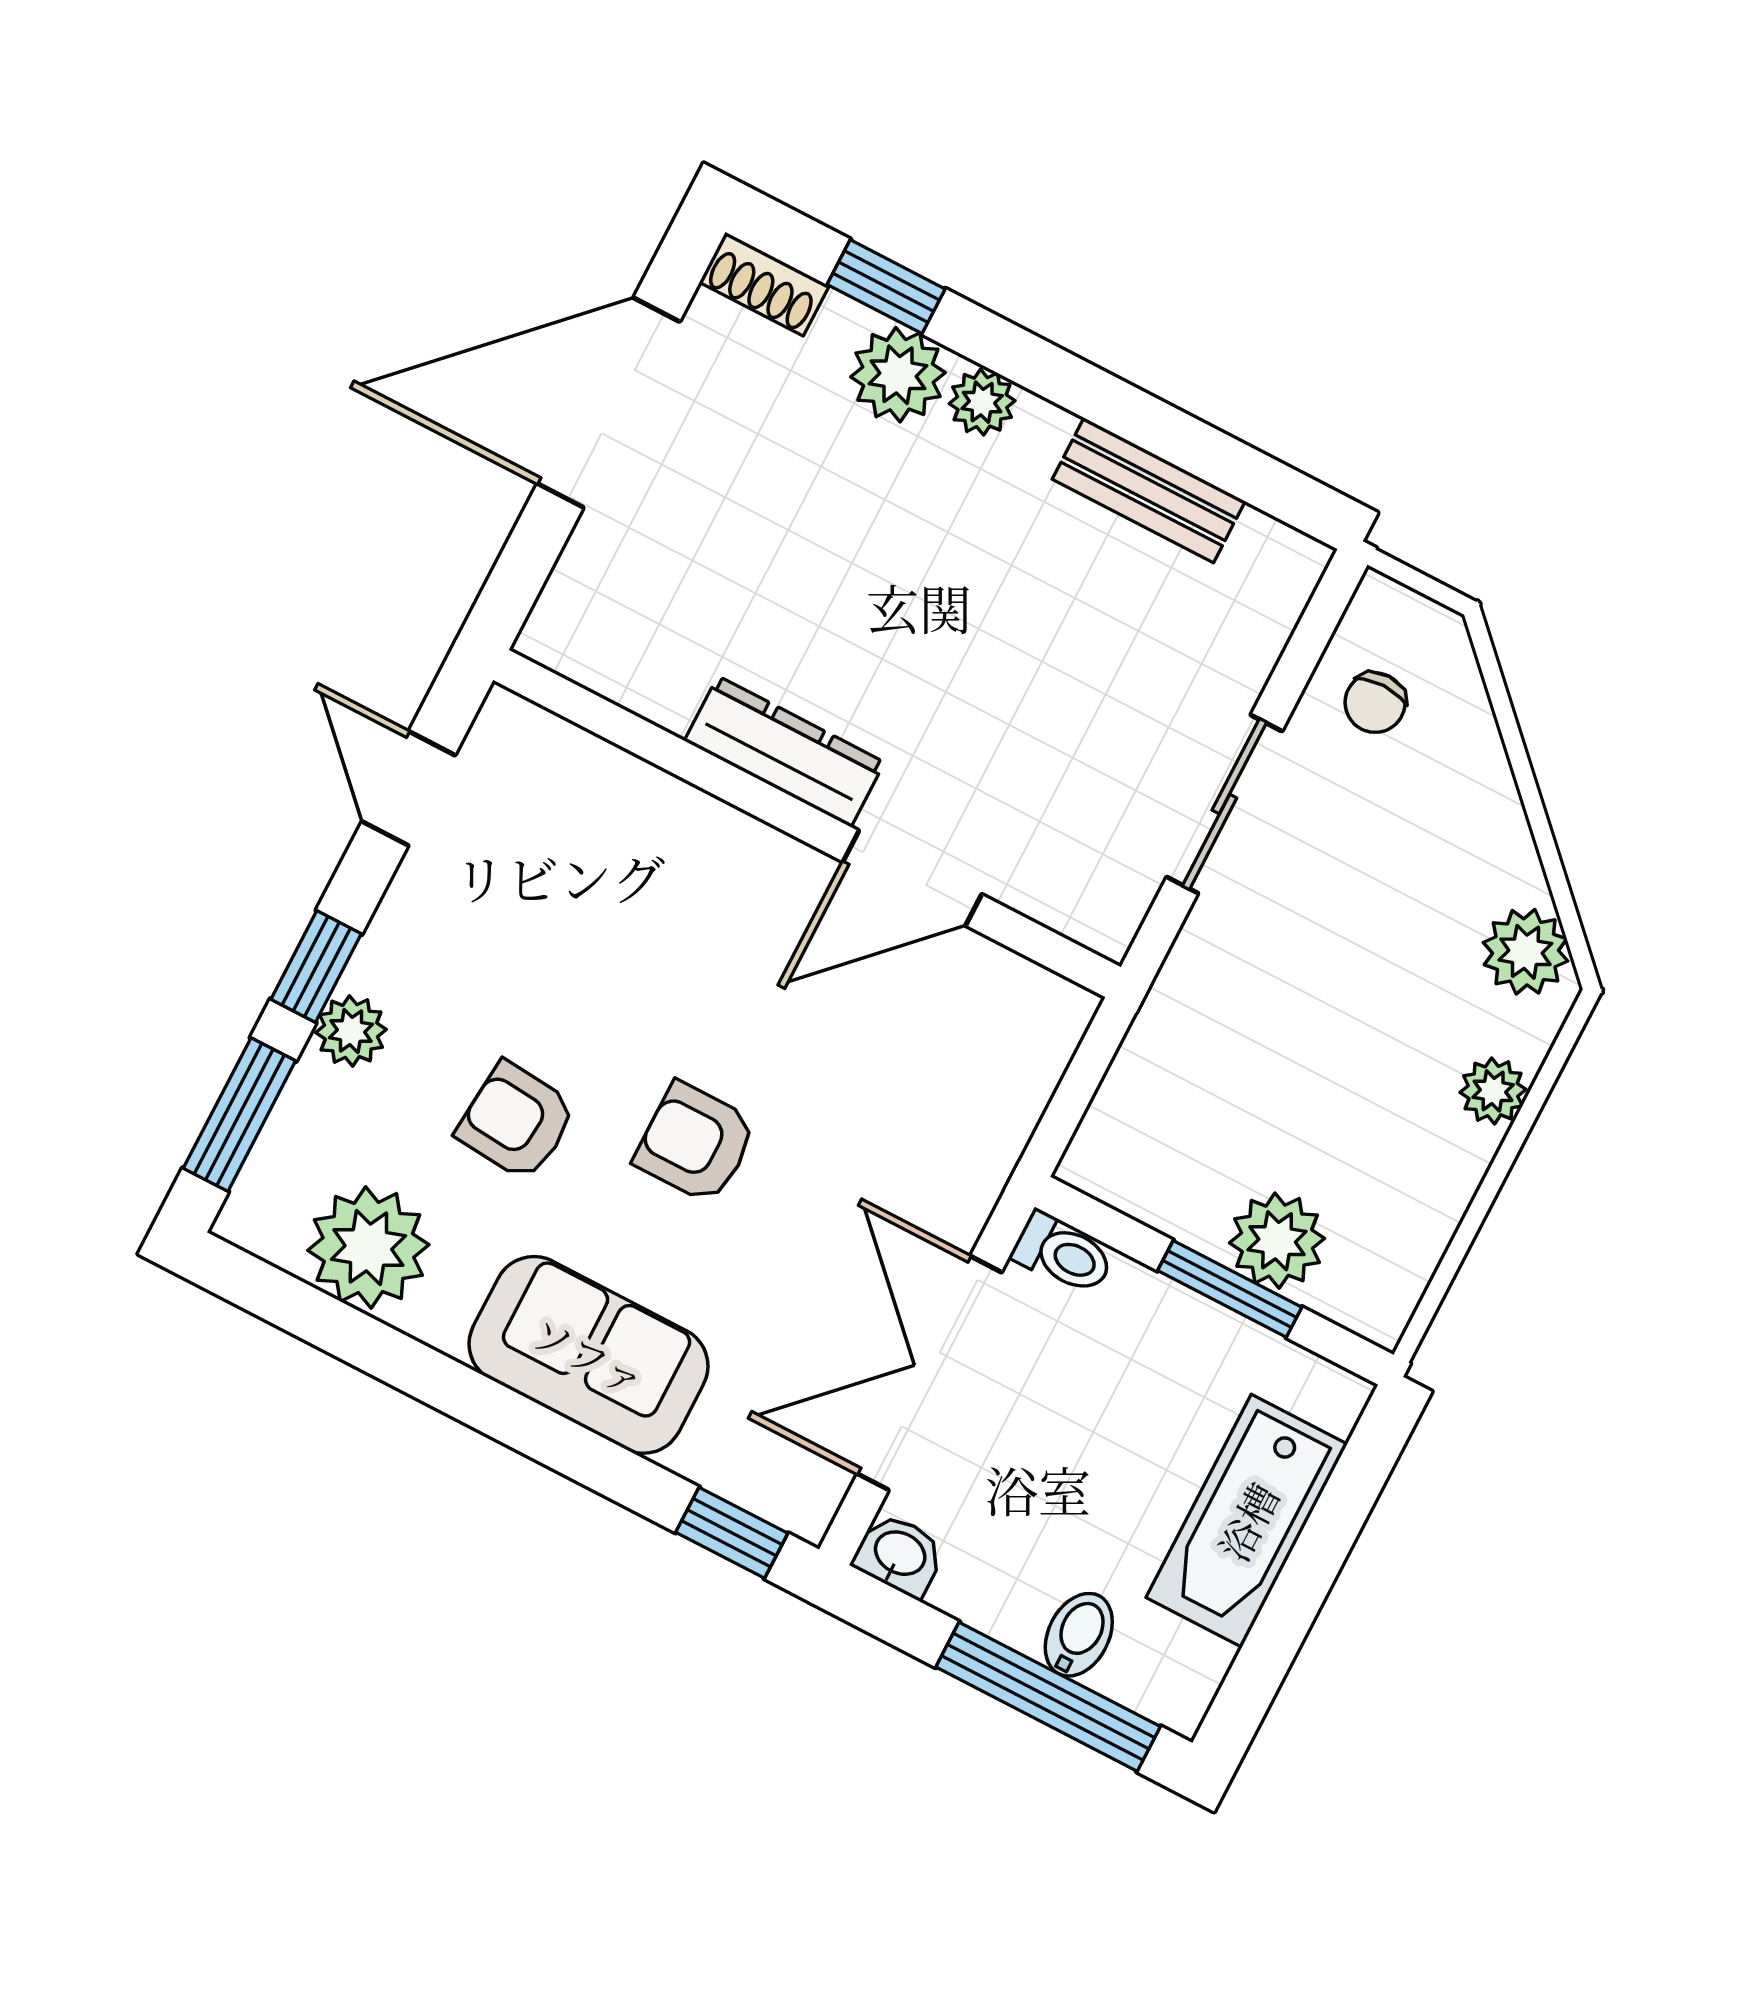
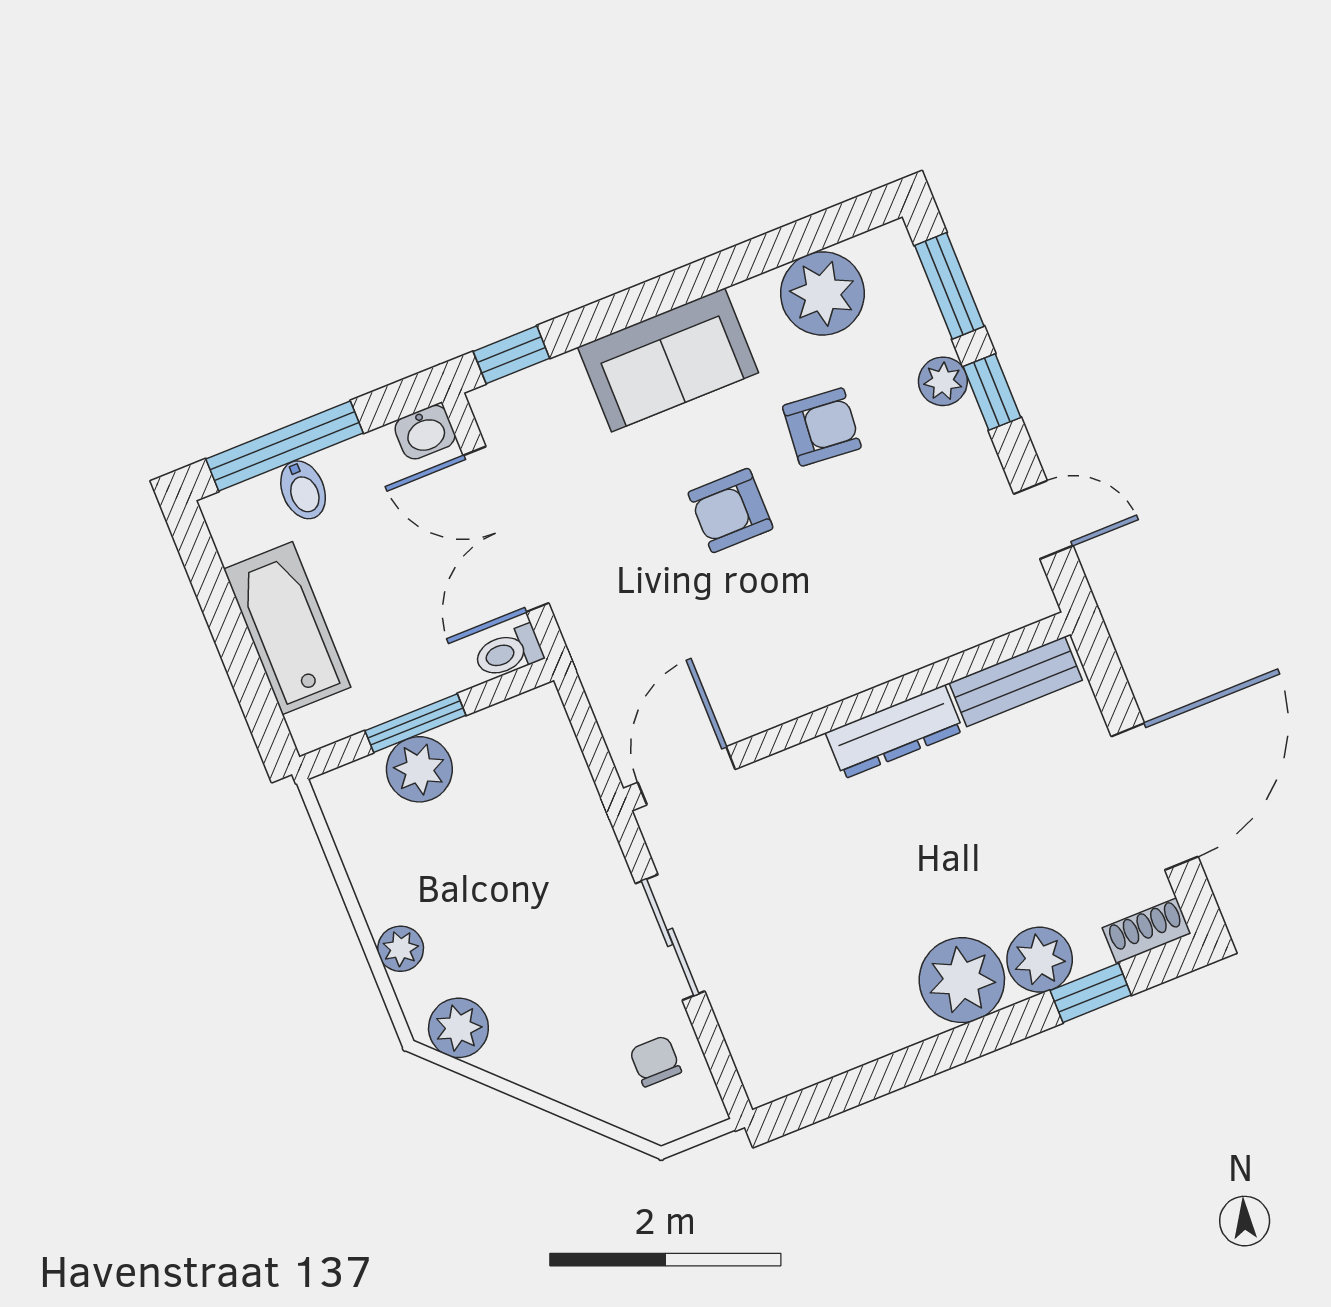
plant: (982, 402) -> (962, 980), width x1.88, depth x1.88
bench: (1149, 490) -> (1016, 682), moved
door: (912, 878) -> (687, 776), moved
armchair: (696, 1143) -> (730, 510), turned 180
double door: (929, 1373) -> (506, 529), swing flipped

